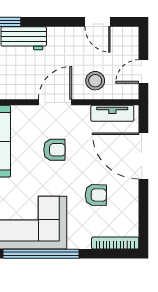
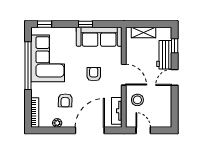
door: (98, 22) -> (175, 77), moved
armchair: (54, 150) -> (94, 74), turned 180
plant: (132, 208) -> (57, 123), added

